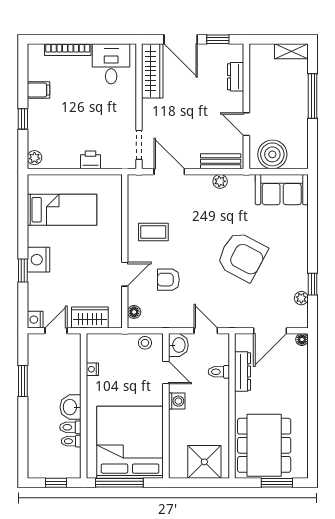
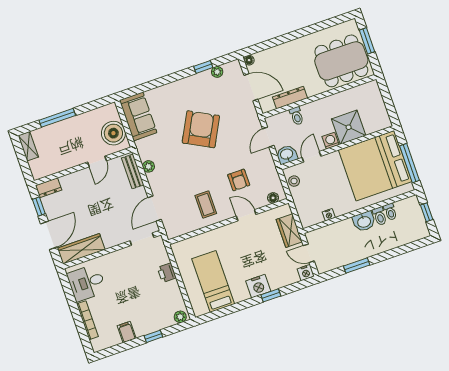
dresser: (236, 77) -> (49, 188), moved
shower: (204, 462) -> (349, 127), moved

